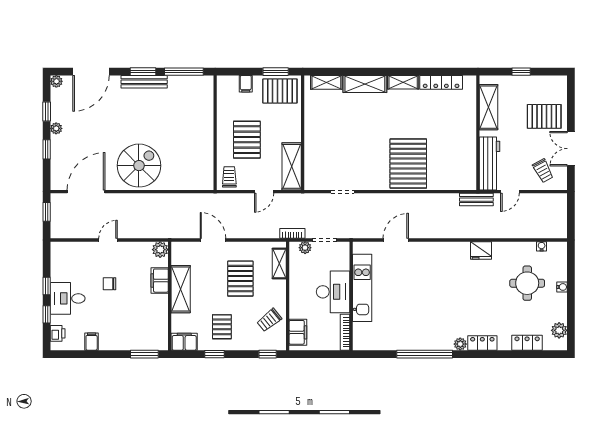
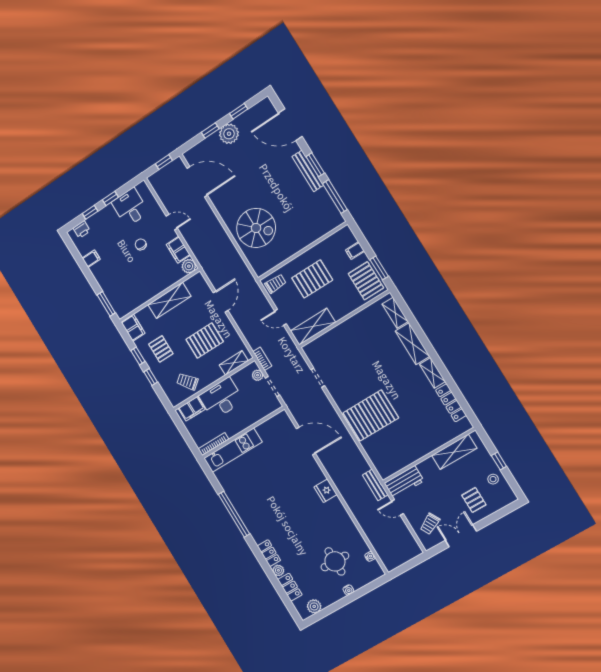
plant: (56, 81) -> (266, 103), removed
stool: (535, 87) -> (493, 479), added
pallet: (544, 116) -> (474, 500), width x0.67, depth x0.71
plant: (56, 128) -> (229, 134), width x1.87, depth x1.87
workbench: (490, 163) -> (404, 482), width x0.73
spiral stairs: (139, 166) -> (256, 228), moved
door: (396, 240) -> (306, 441), width x1.36
fridge: (481, 250) -> (326, 491), moved
filing cabinet: (160, 281) -> (178, 250), moved, turned -90
kitchen unit: (362, 288) -> (233, 450), moved
desk: (333, 292) -> (221, 398), moved, turned 180
desk: (68, 298) -> (130, 207), moved
pallet: (222, 327) -> (161, 349), turned 90
plant: (460, 344) -> (278, 570), moved
window: (268, 354) -> (151, 377), moved

